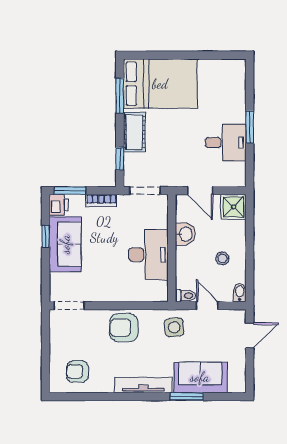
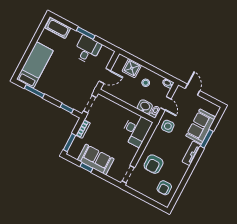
bed: (160, 84) -> (35, 65), width x0.67
cot: (134, 132) -> (58, 28), moved
printer: (59, 205) -> (74, 152), removed
shower: (233, 207) -> (132, 68), moved
washbasin: (185, 234) -> (145, 107), moved
desk: (148, 255) -> (136, 130), moved, turned 90
door: (207, 306) -> (166, 103), swing flipped
armchair: (124, 328) -> (154, 164), moved
tv unit: (143, 385) -> (191, 153), width x0.71

